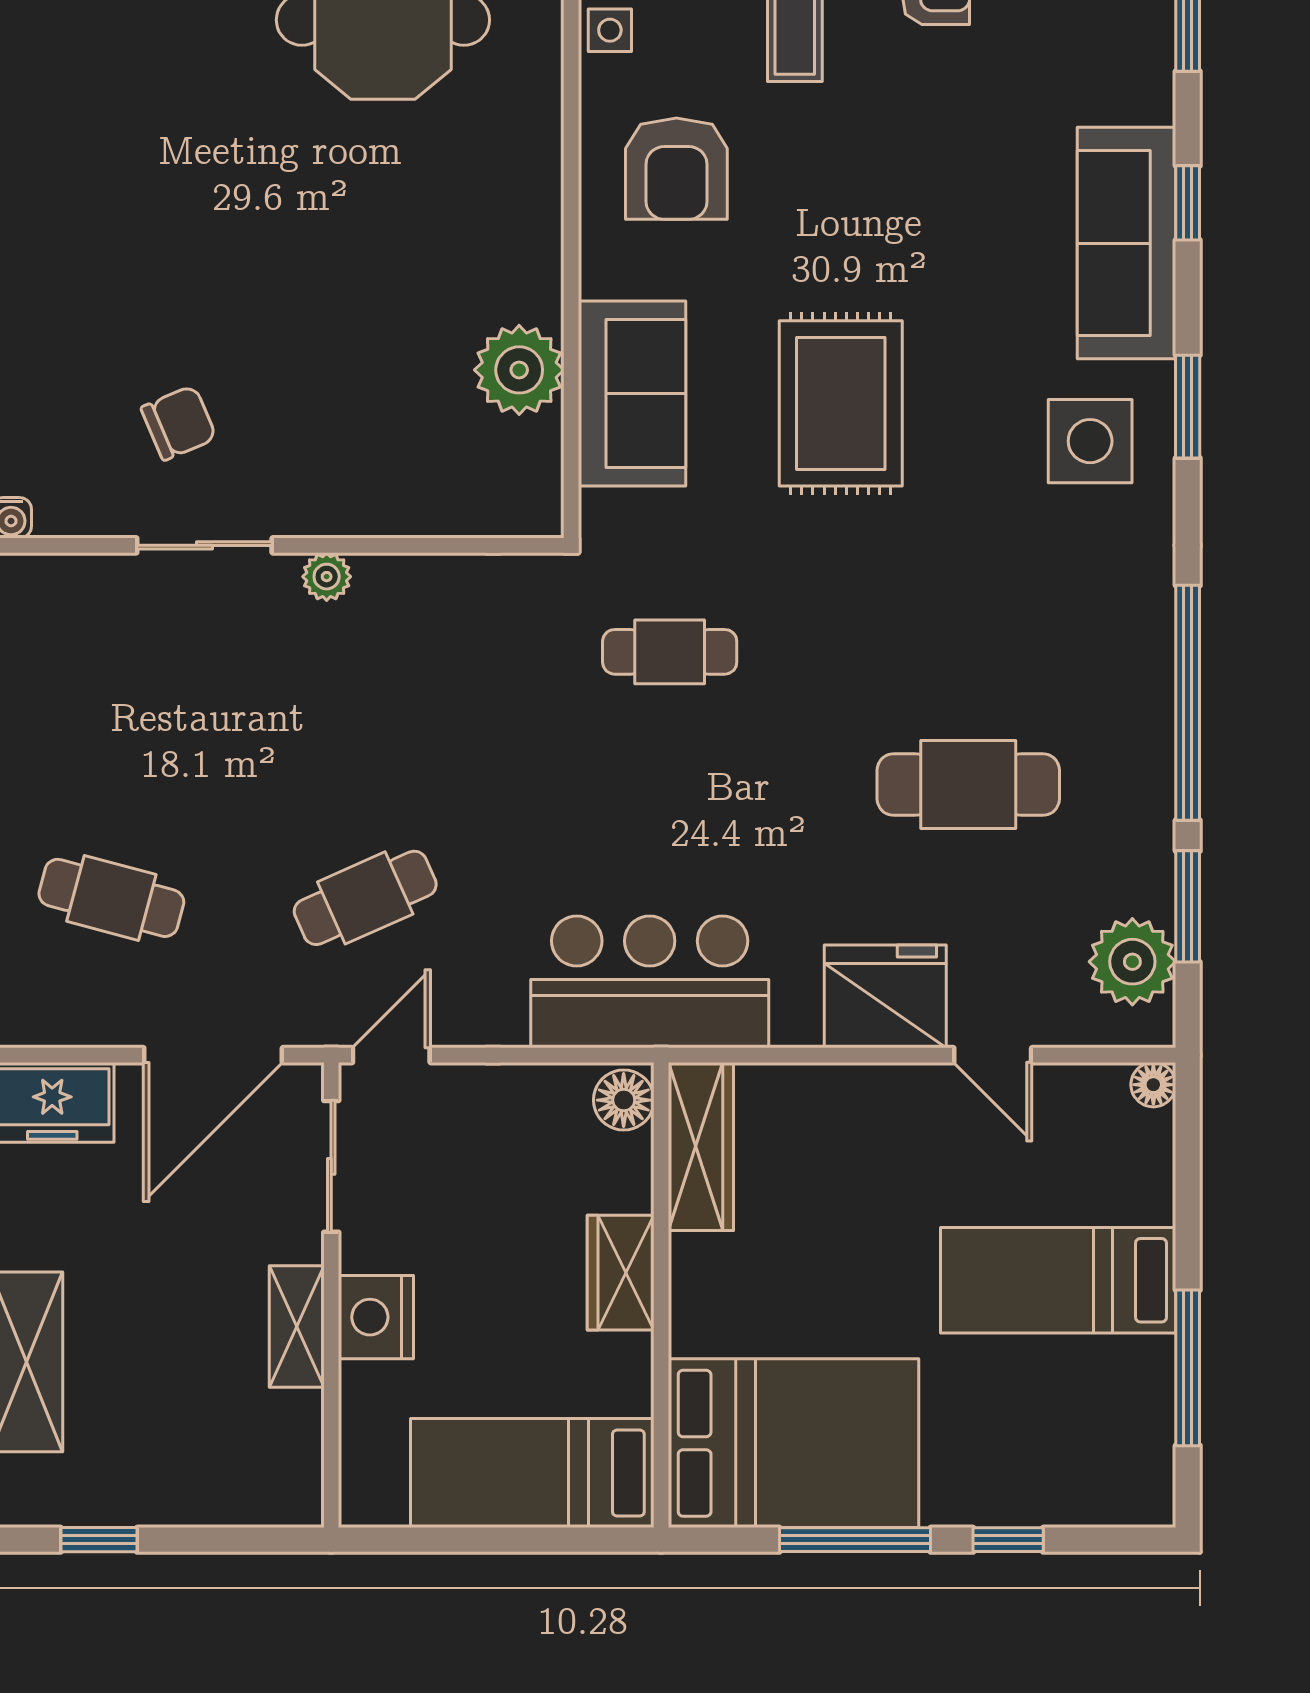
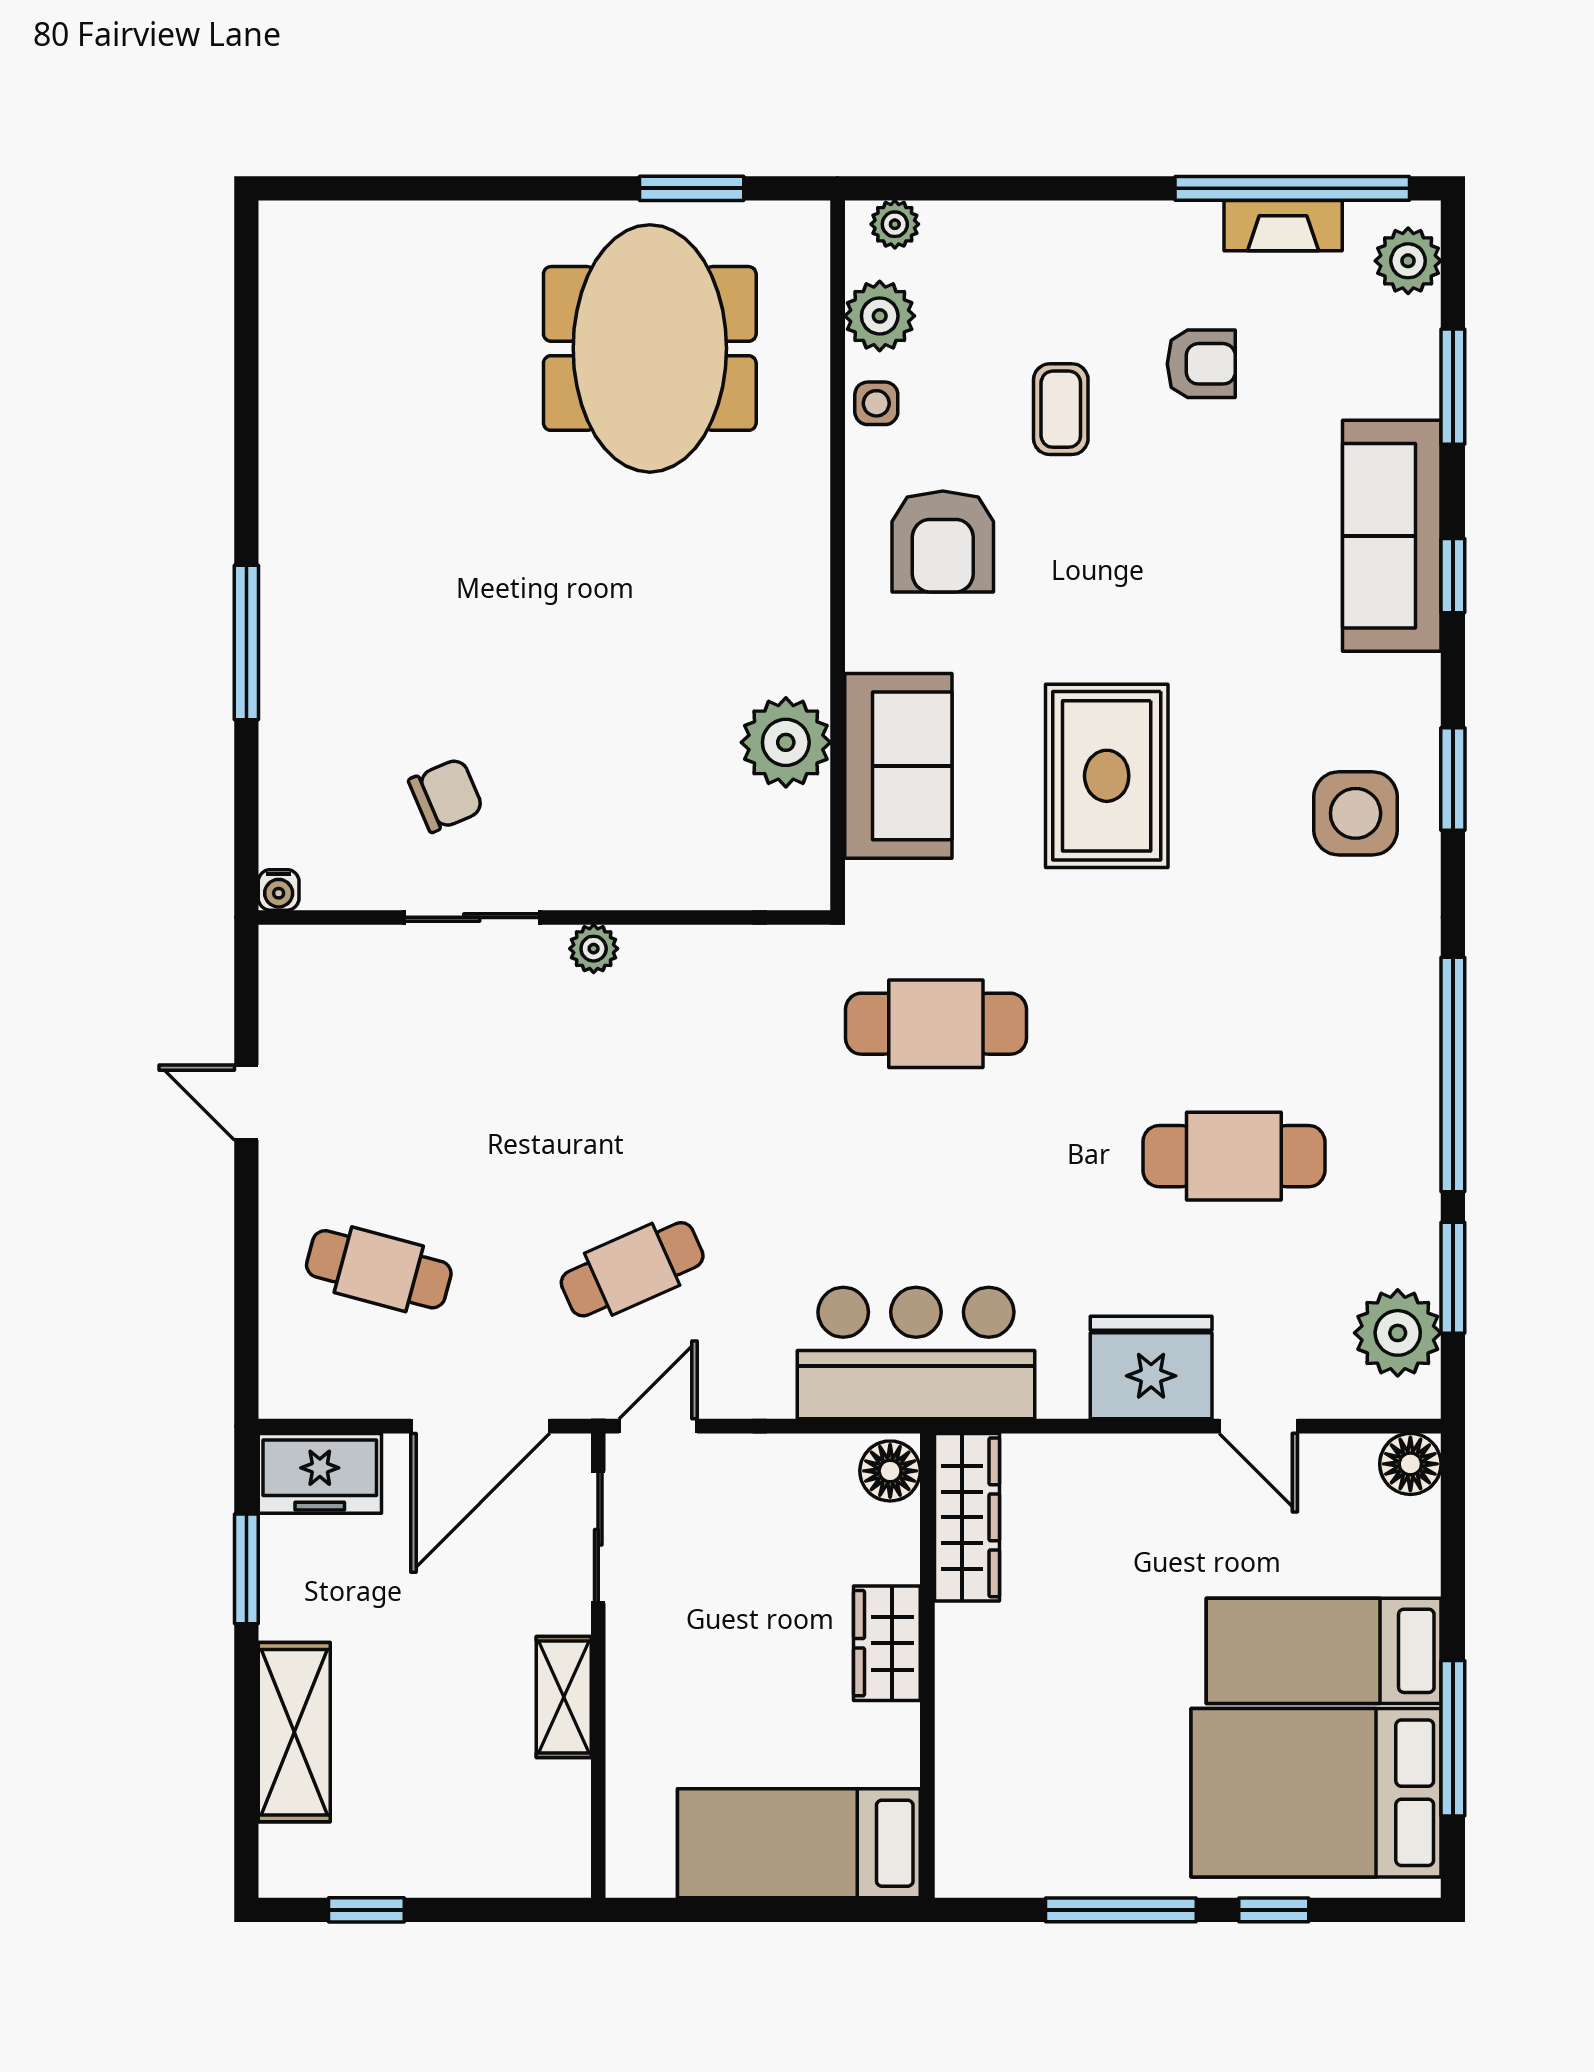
sofa: (1126, 243) -> (1392, 536), moved
cafe table: (670, 652) -> (936, 1024), width x1.37, depth x1.35
floor lamp: (1153, 1085) -> (1410, 1464), width x1.37, depth x1.37
nightstand: (376, 1317) -> (643, 1688), removed
bed: (793, 1443) -> (1316, 1793), moved, turned 180

